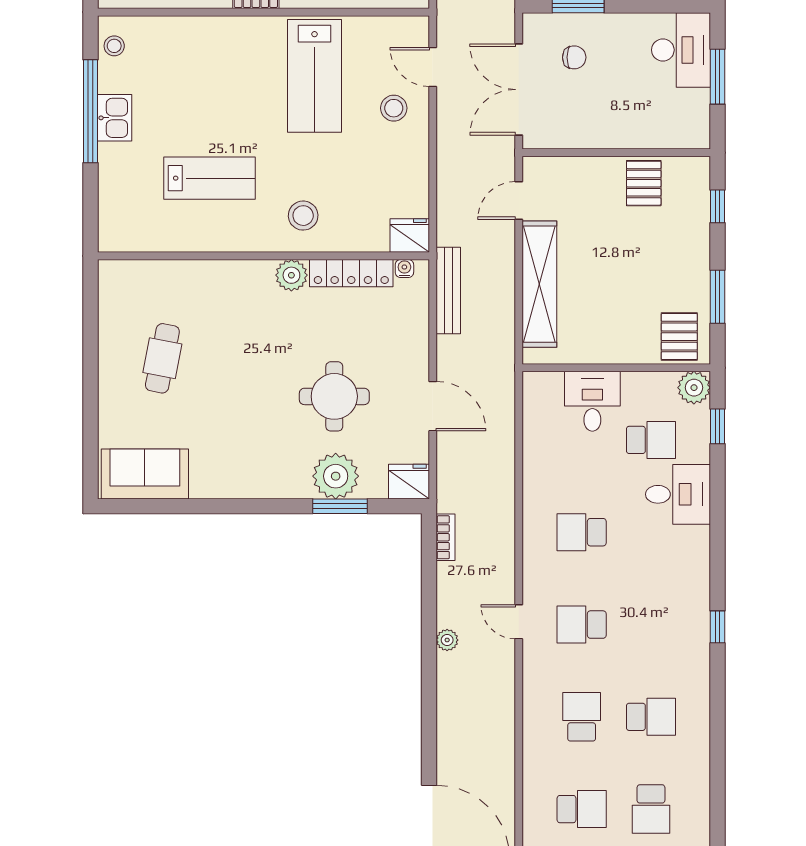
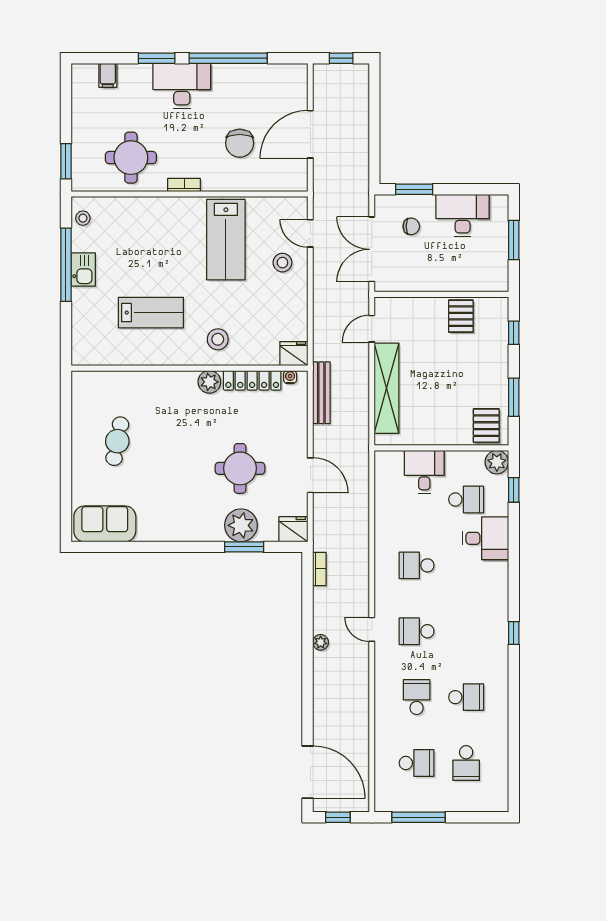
desk: (681, 50) -> (463, 215), moved, turned -90

